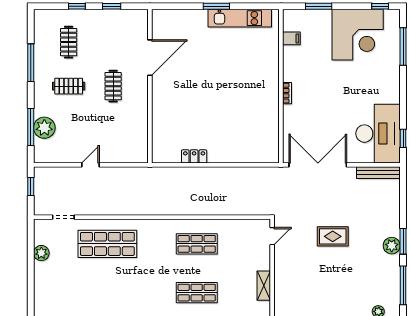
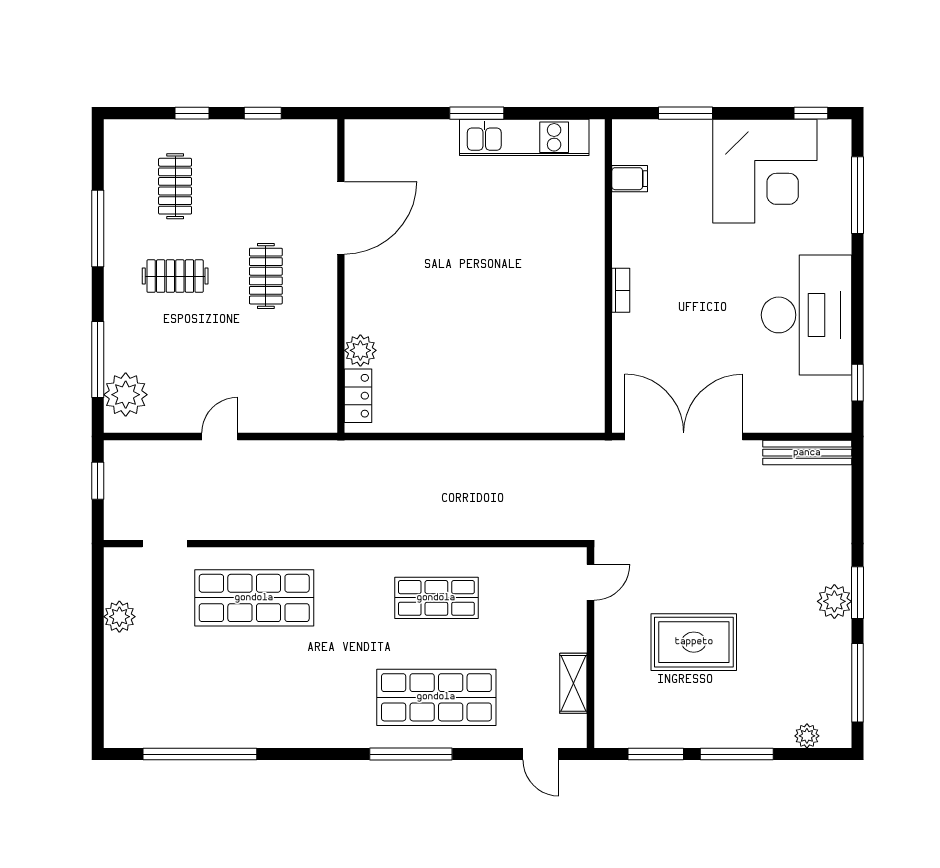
plant: (159, 123) -> (360, 350), added
plant: (44, 128) -> (126, 395), moved
desk: (378, 134) -> (807, 315), moved
locker: (194, 156) -> (358, 396), moved, turned 90
rug: (333, 236) -> (694, 642), moved, width x1.36, depth x1.43
shop shelf: (197, 293) -> (436, 697), width x1.43, depth x1.36

